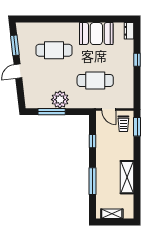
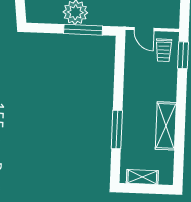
window: (52, 112) -> (83, 30), moved
window: (92, 141) -> (119, 73), removed

